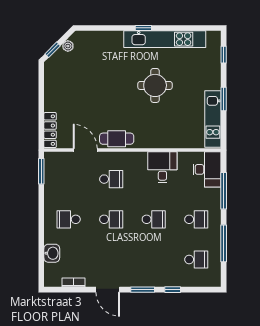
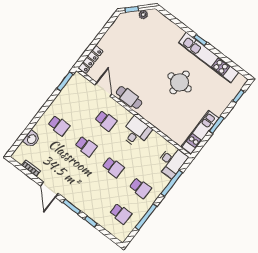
desk: (162, 167) -> (136, 132), moved
school desk: (69, 219) -> (59, 126), turned 180

